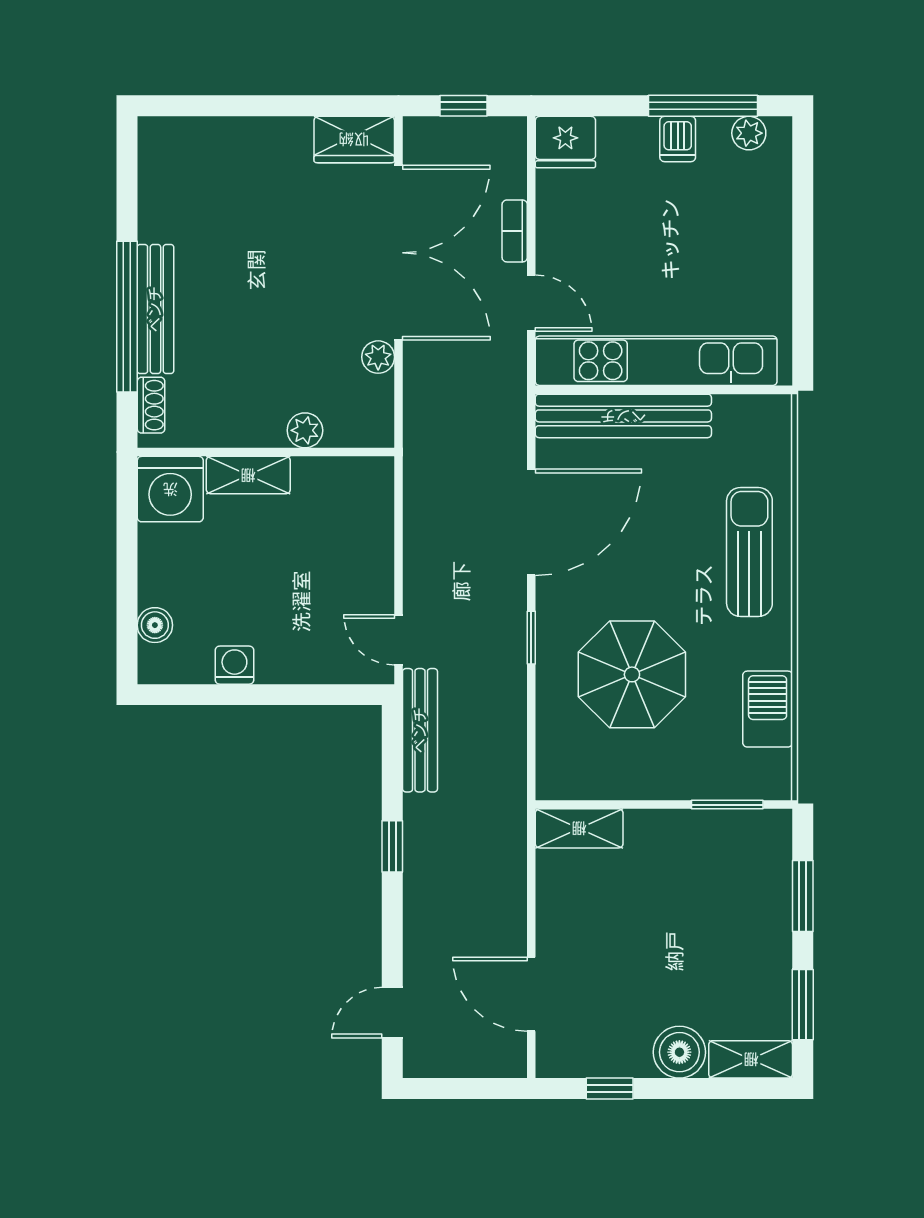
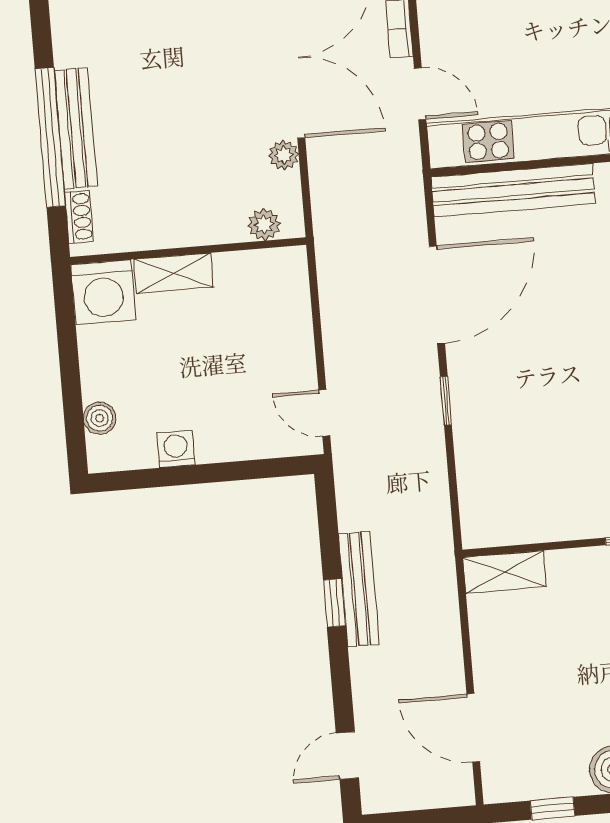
plant: (305, 430) -> (264, 224), moved
parasol: (632, 674) -> (541, 427), removed
bench: (420, 730) -> (359, 589), moved

